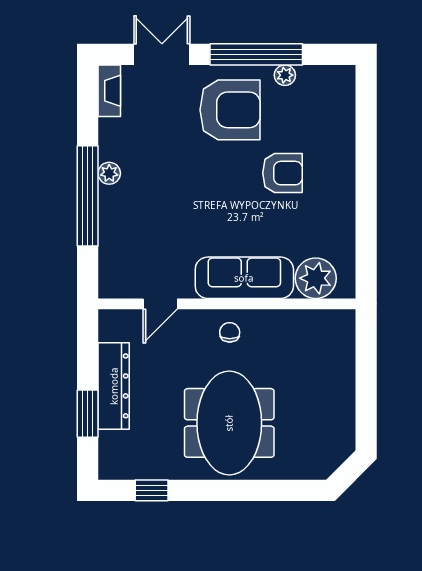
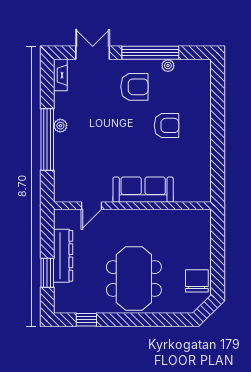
armchair: (230, 110) -> (134, 87), width x0.73, depth x0.73
plant: (316, 278) -> (187, 190), removed
chair: (230, 332) -> (197, 281), moved, width x1.87, depth x1.87

